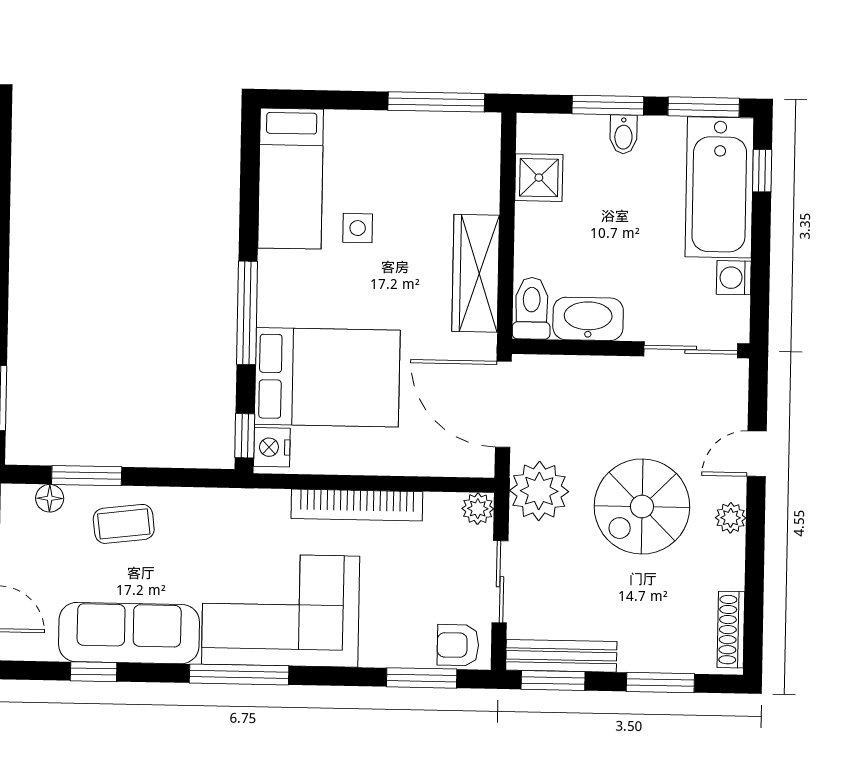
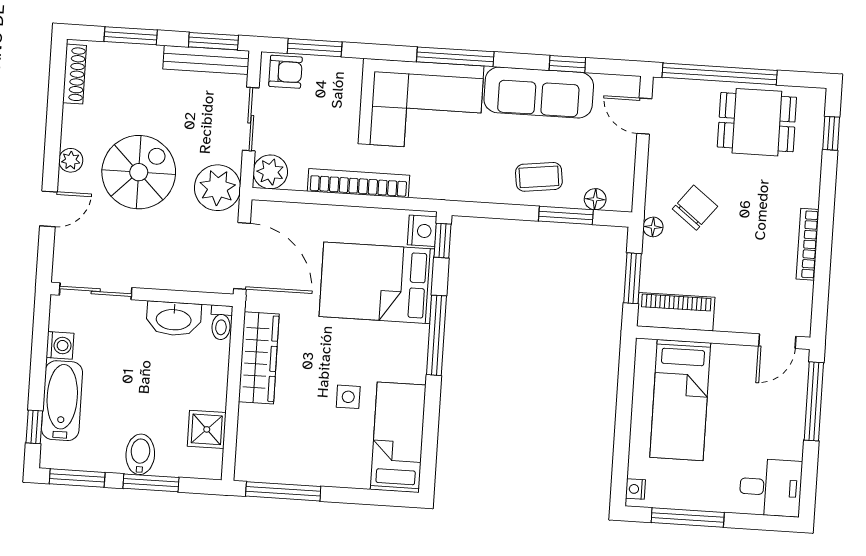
bidet: (624, 134) -> (140, 454), width x1.38, depth x1.36
bathtub: (719, 187) -> (62, 401), width x0.73, depth x0.73
toilet: (532, 308) -> (221, 323), width x0.73, depth x0.72
plant: (478, 509) -> (270, 172), width x1.38, depth x1.38

